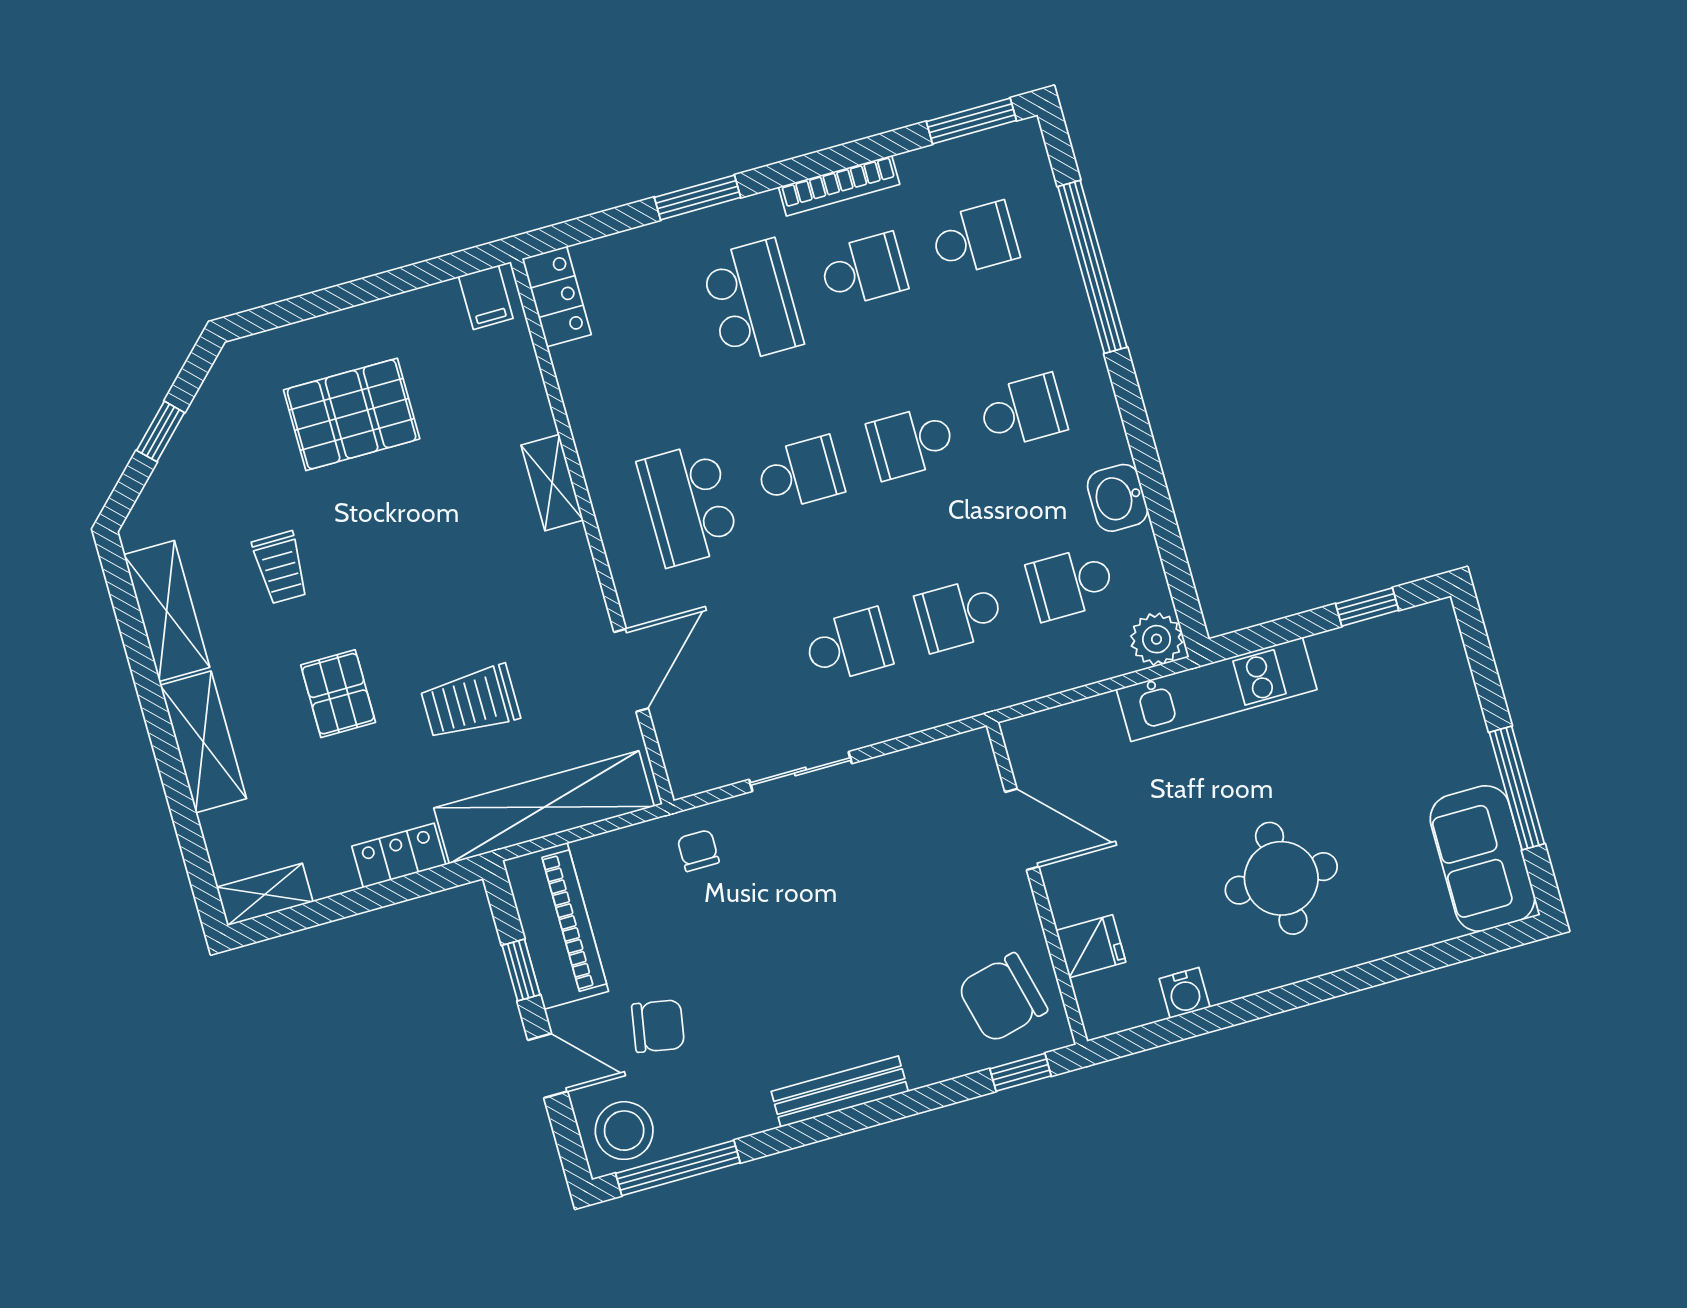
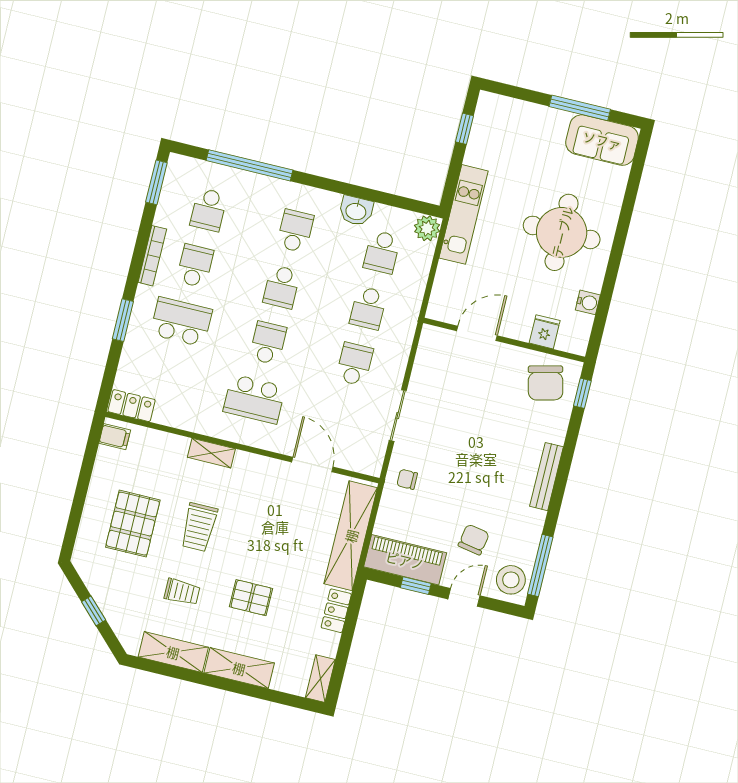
school desk: (975, 239) -> (209, 210), turned 180
trolley: (470, 702) -> (199, 527), moved
round table: (1281, 878) -> (562, 232), width x1.36, depth x1.36

